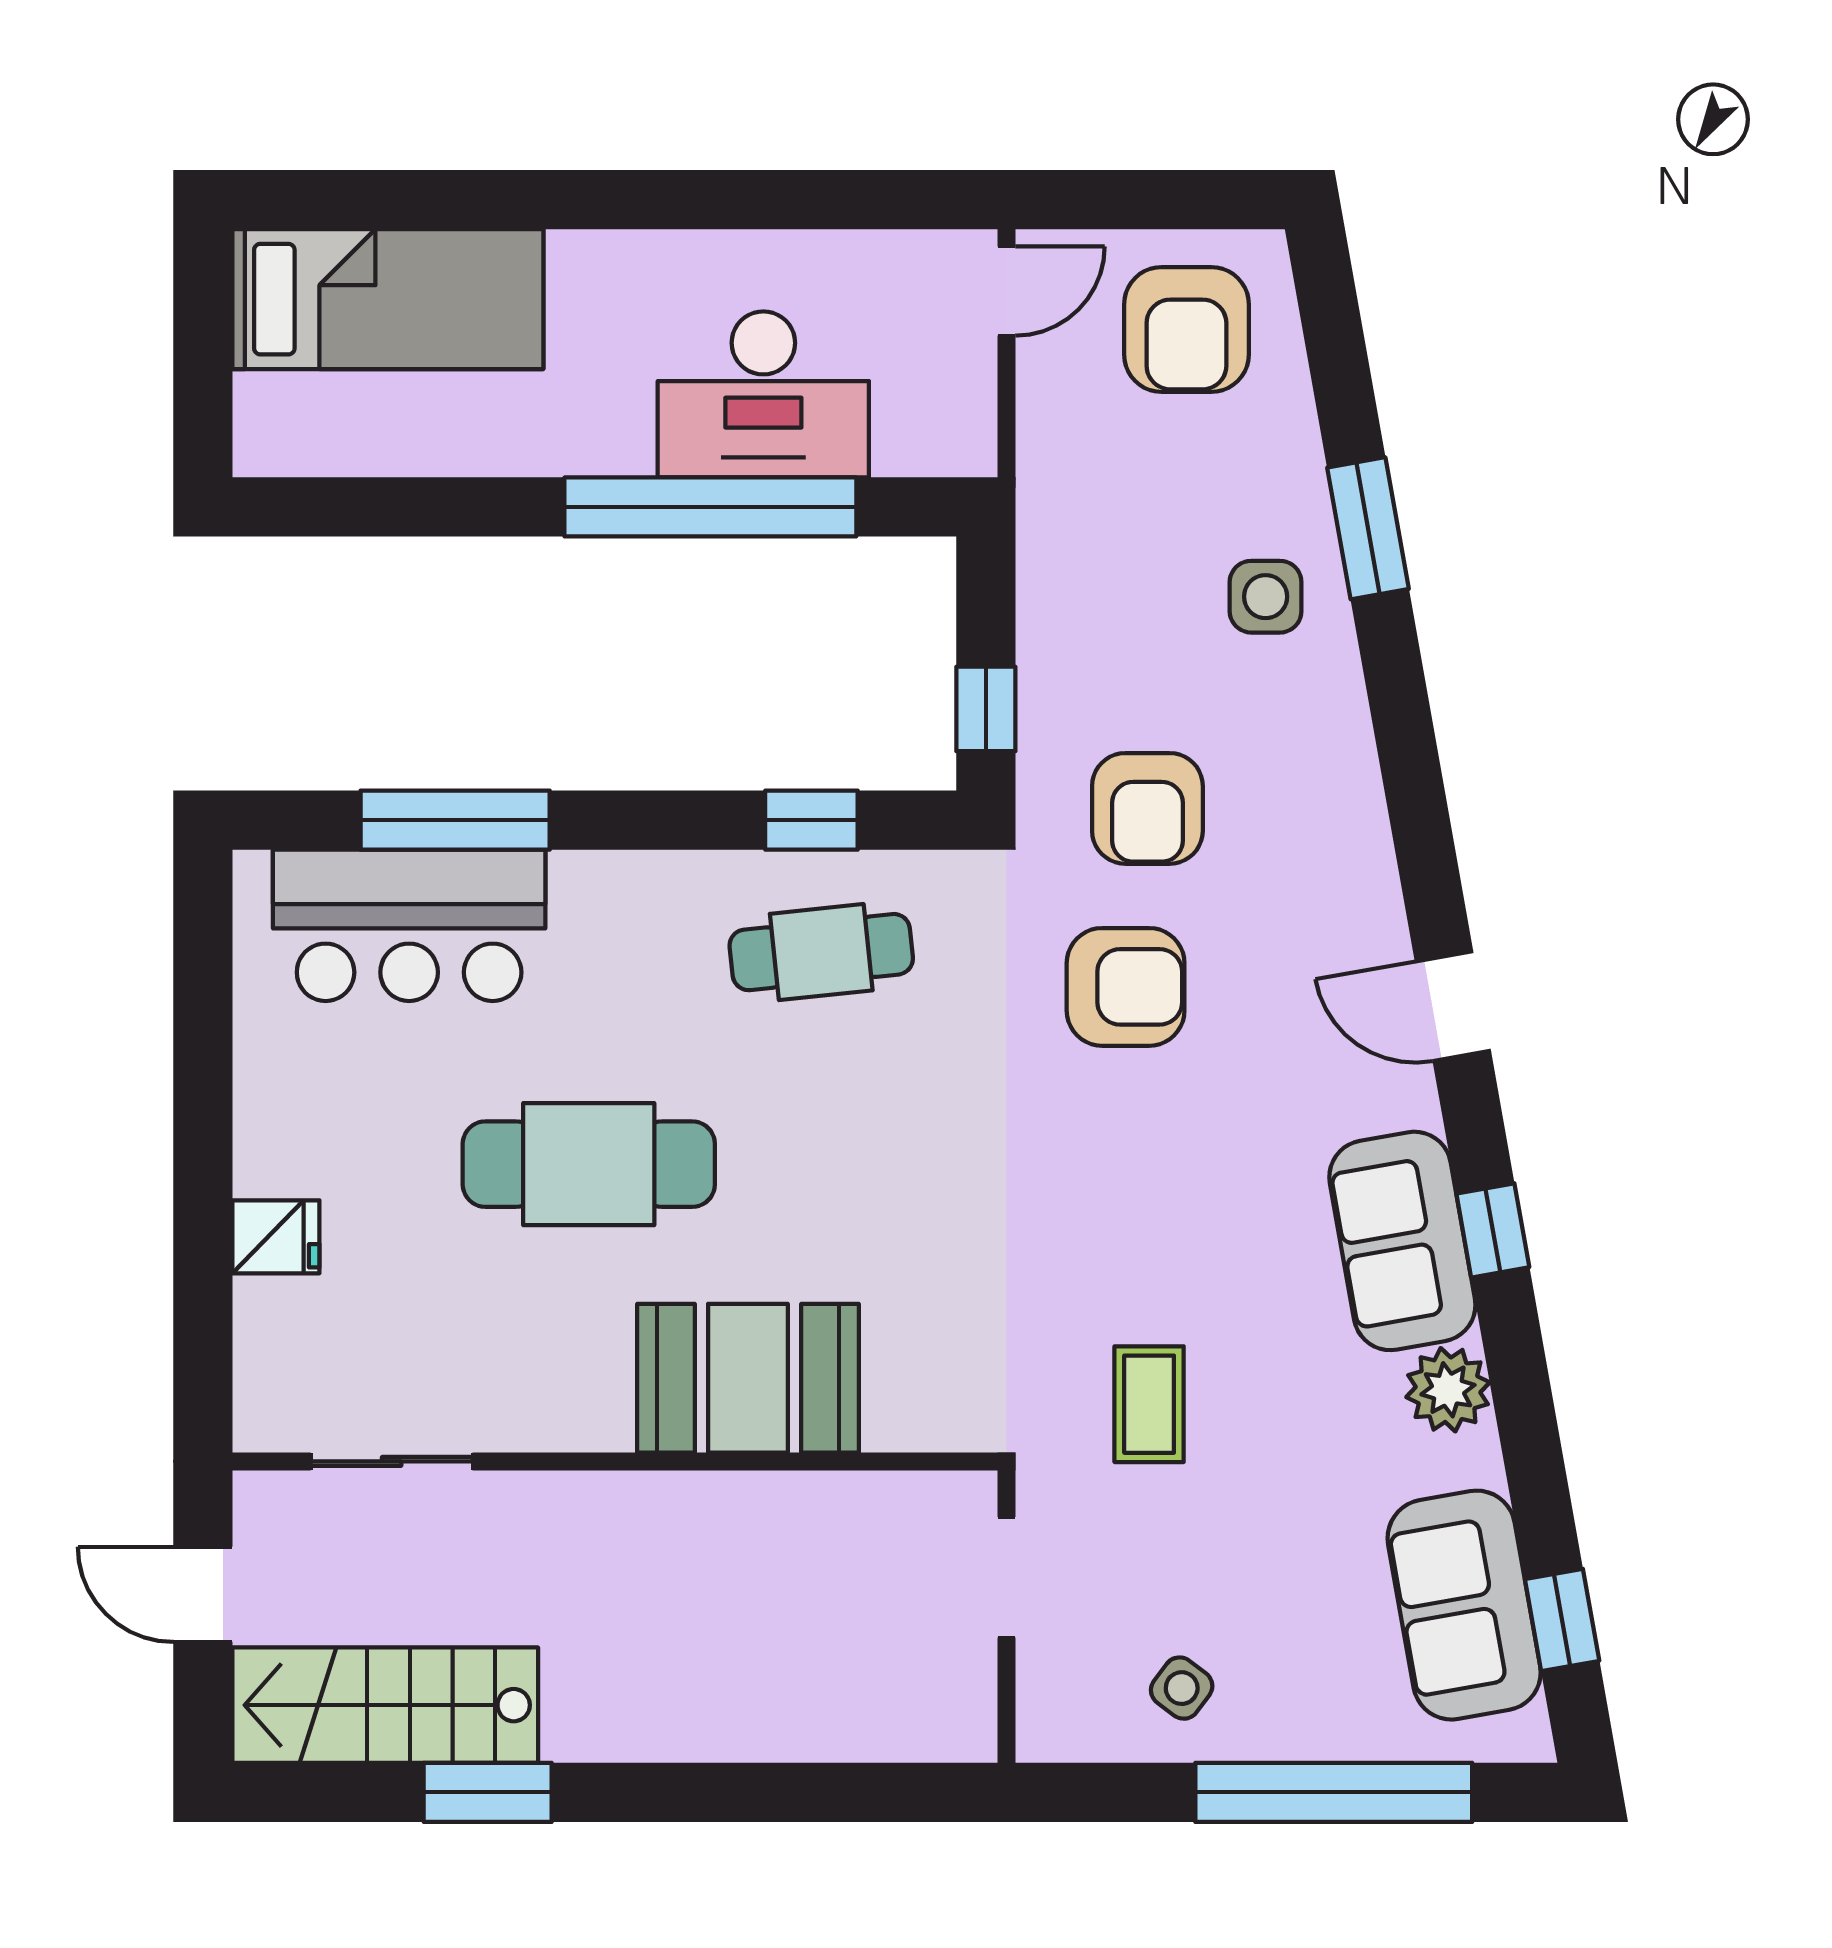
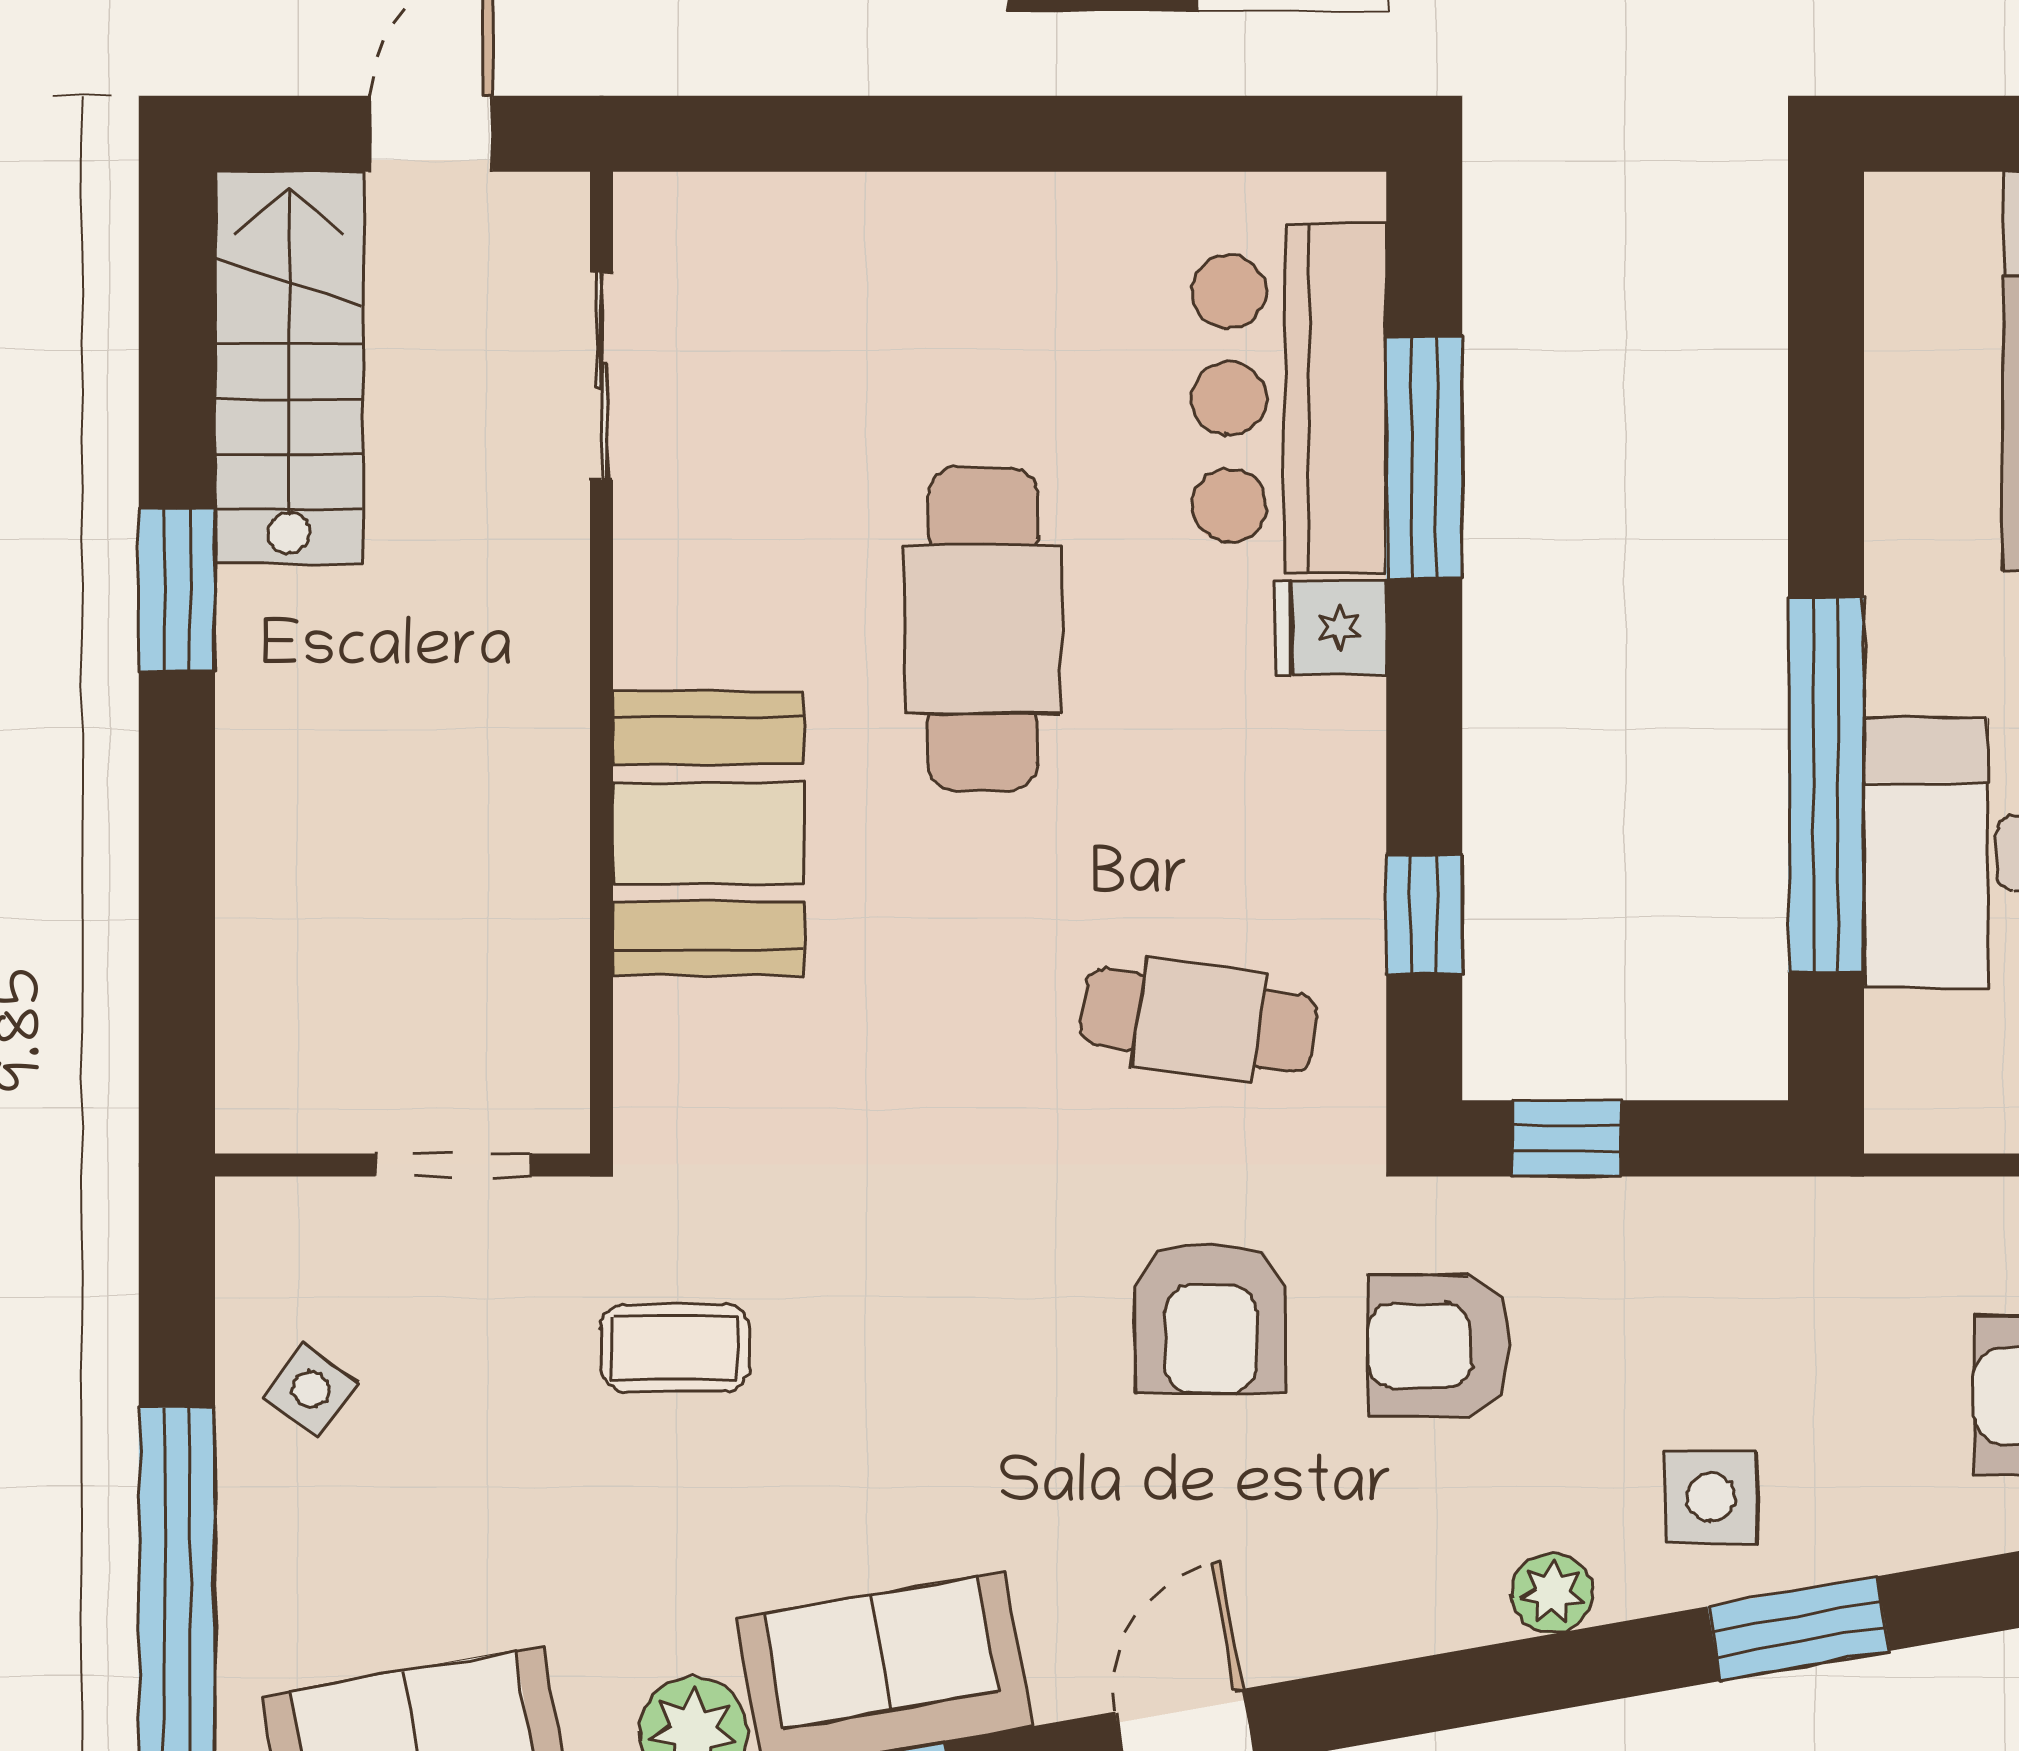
plant: (1340, 720) -> (1552, 1593), added
cafe table: (821, 952) -> (1199, 1020), moved, turned -76
fridge: (276, 1237) -> (1330, 628), moved, turned 90
window: (488, 1792) -> (177, 589), moved

